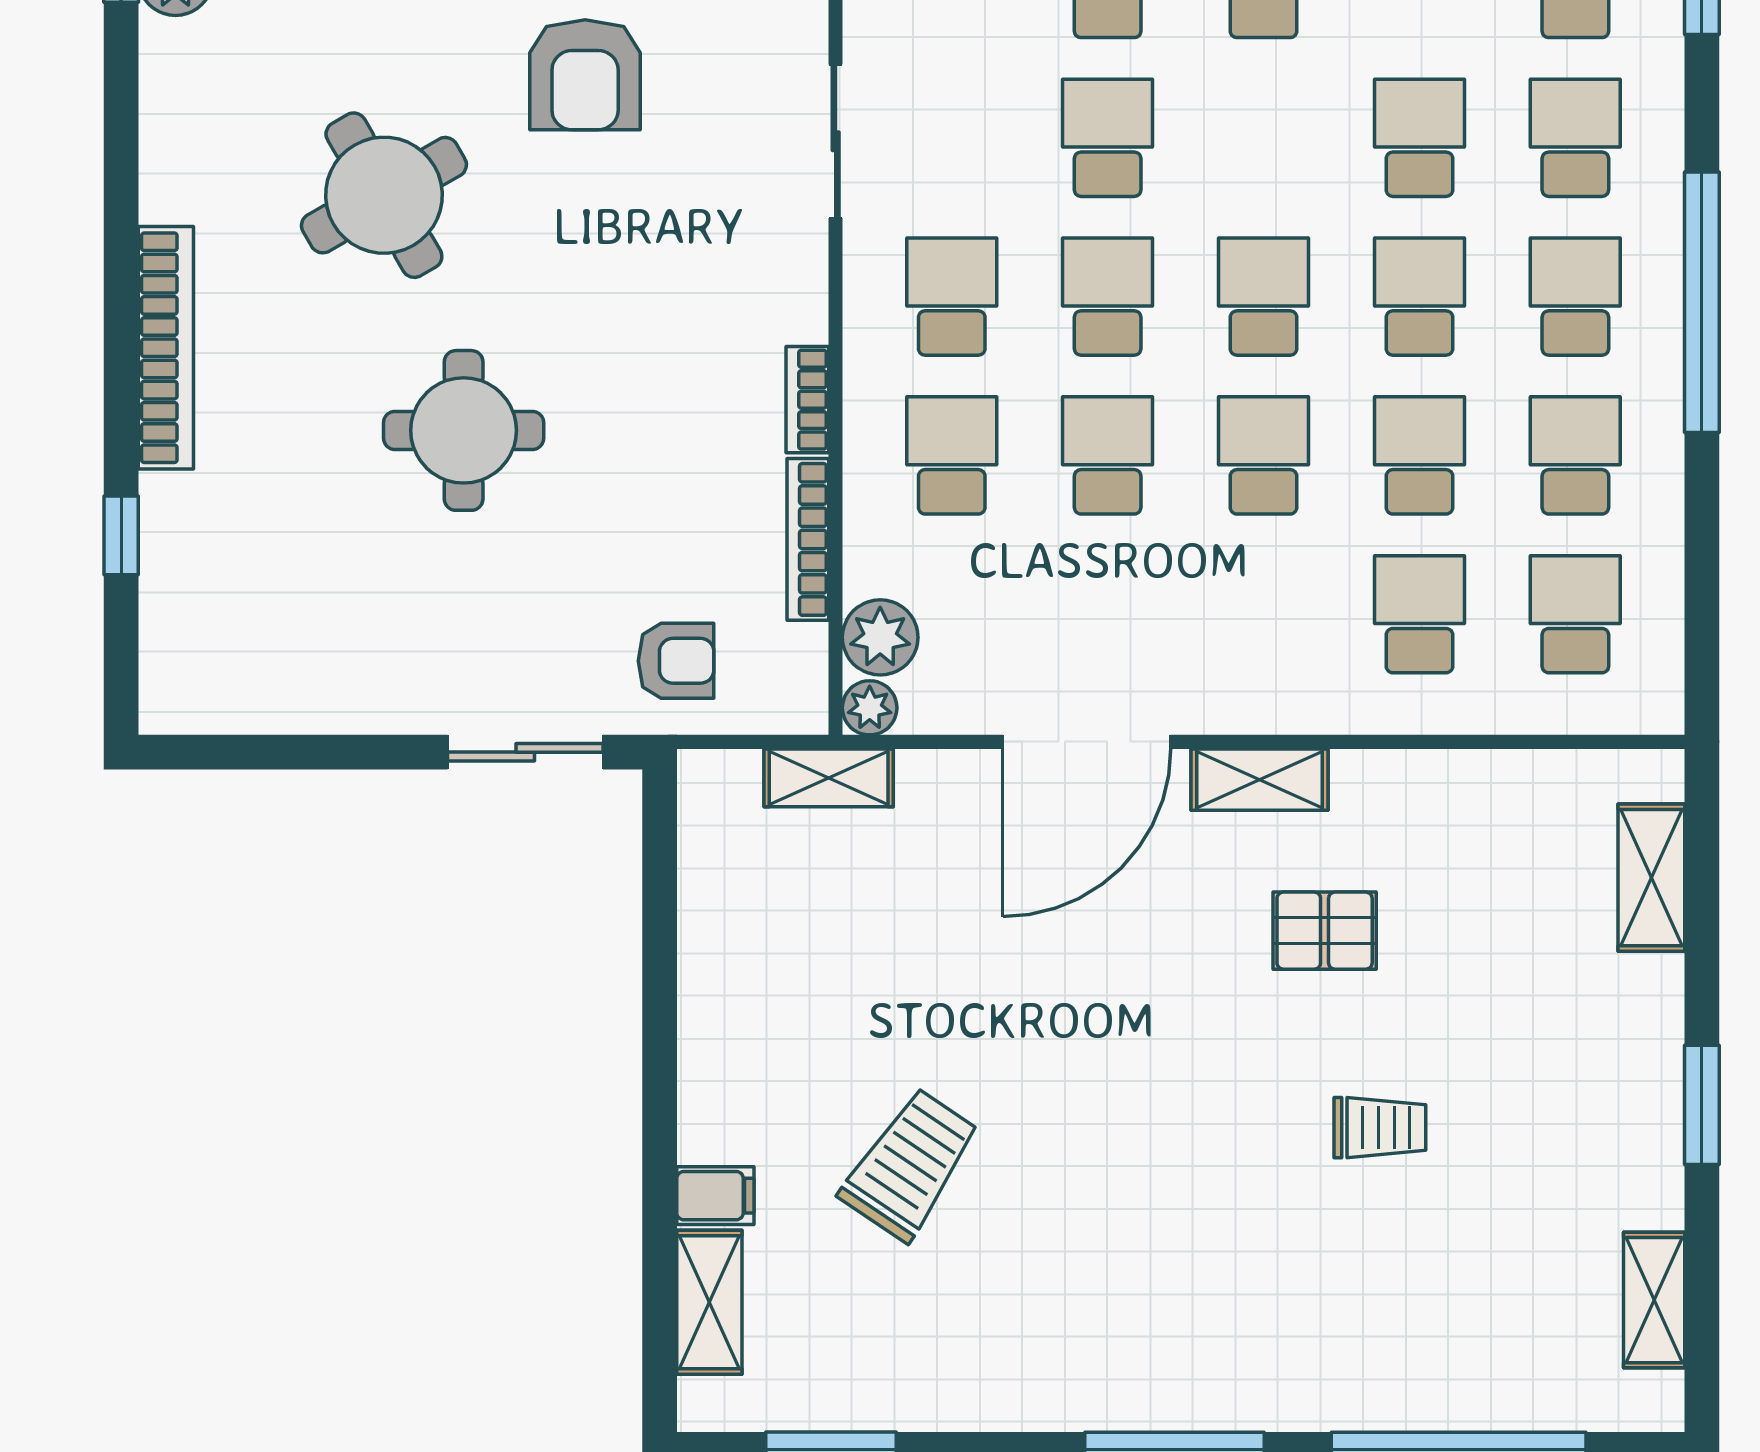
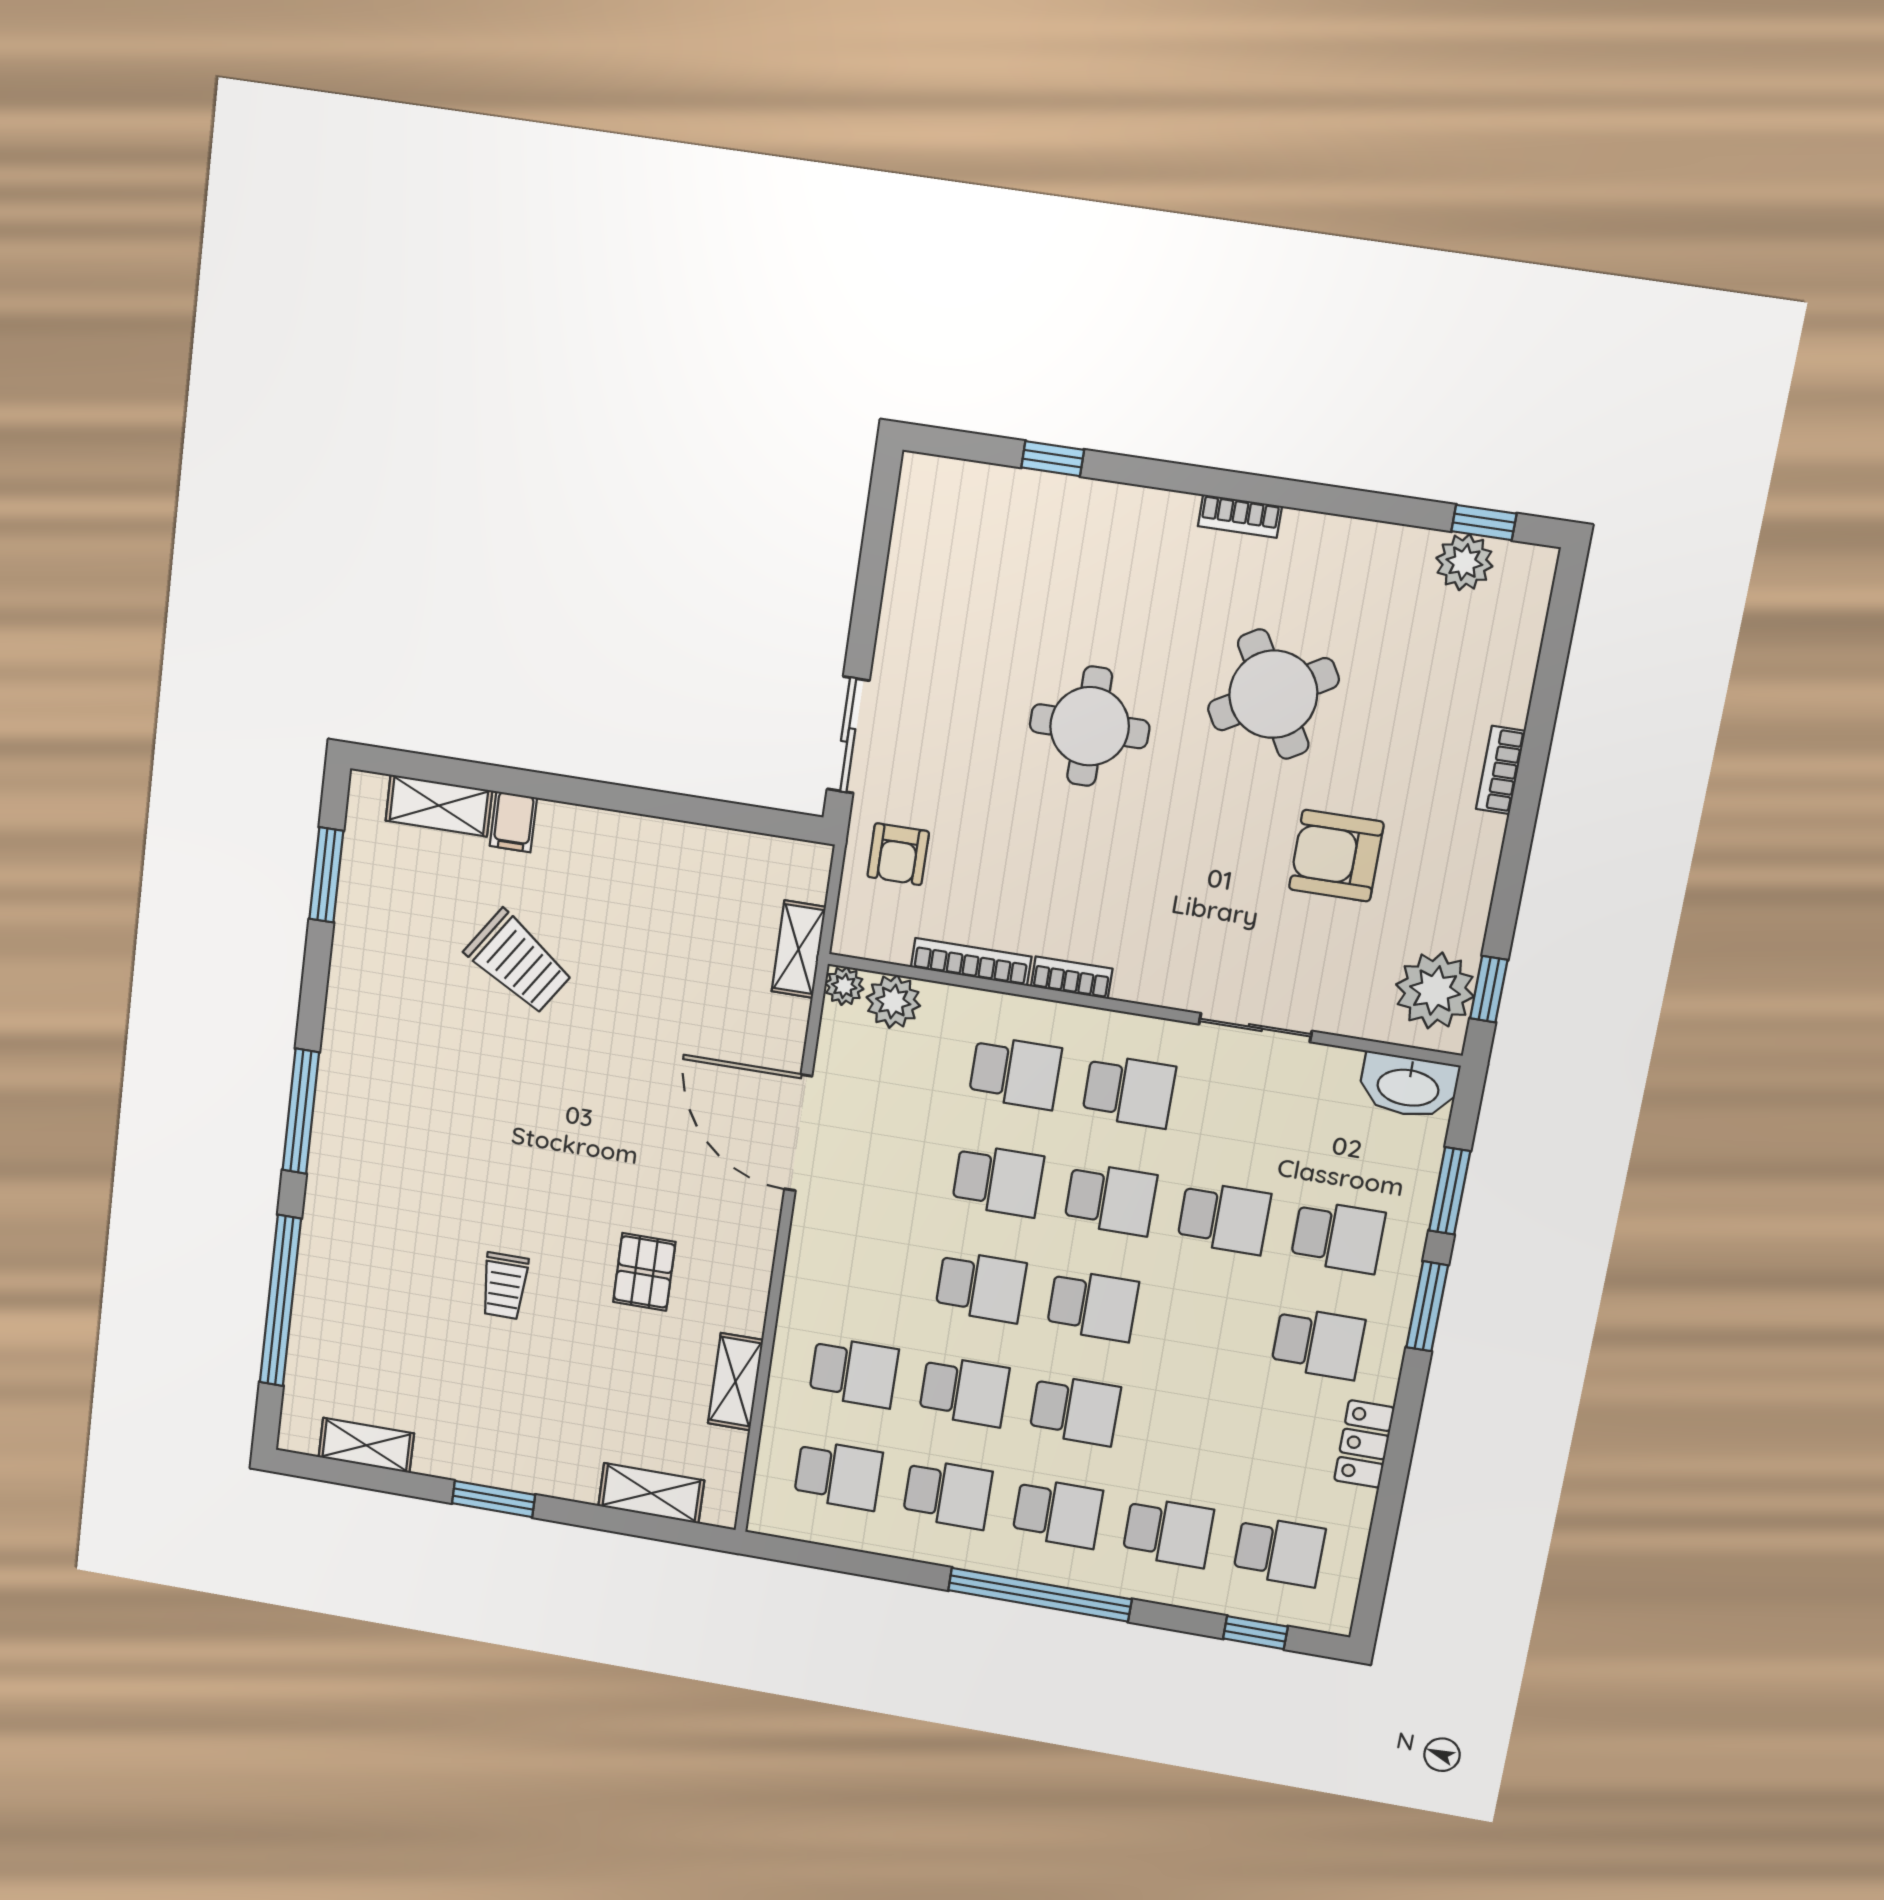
school desk: (1419, 138) -> (1186, 1429), removed
bookcase: (166, 348) -> (1240, 516), width x0.43, depth x0.76
shelving: (1260, 780) -> (735, 1382), moved

